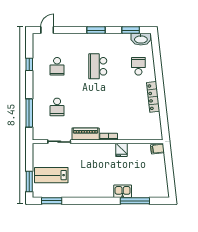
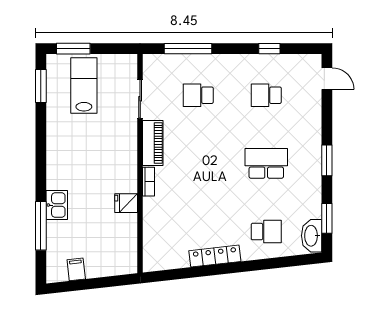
filing cabinet: (158, 149) -> (76, 269), moved

